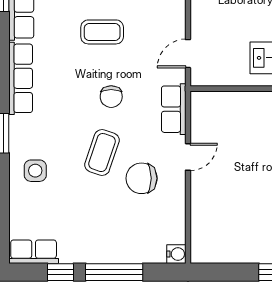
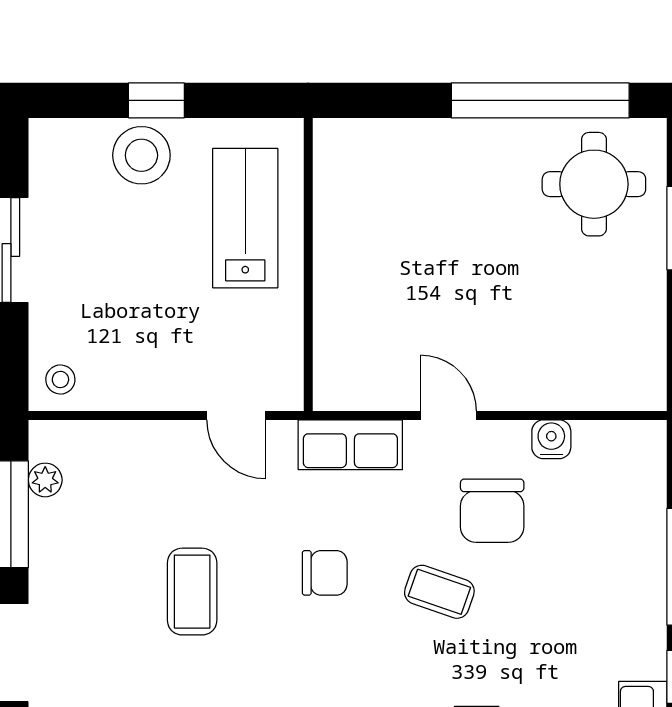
coffee table: (102, 153) -> (439, 592), width x0.73, depth x0.77
water cooler: (176, 254) -> (551, 439), moved

